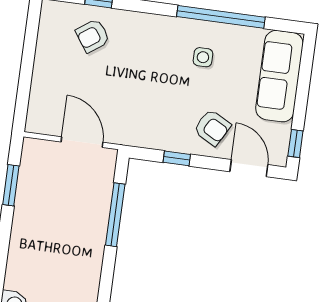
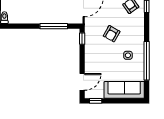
armchair: (212, 128) -> (112, 34), moved
window: (177, 158) -> (82, 39), moved

